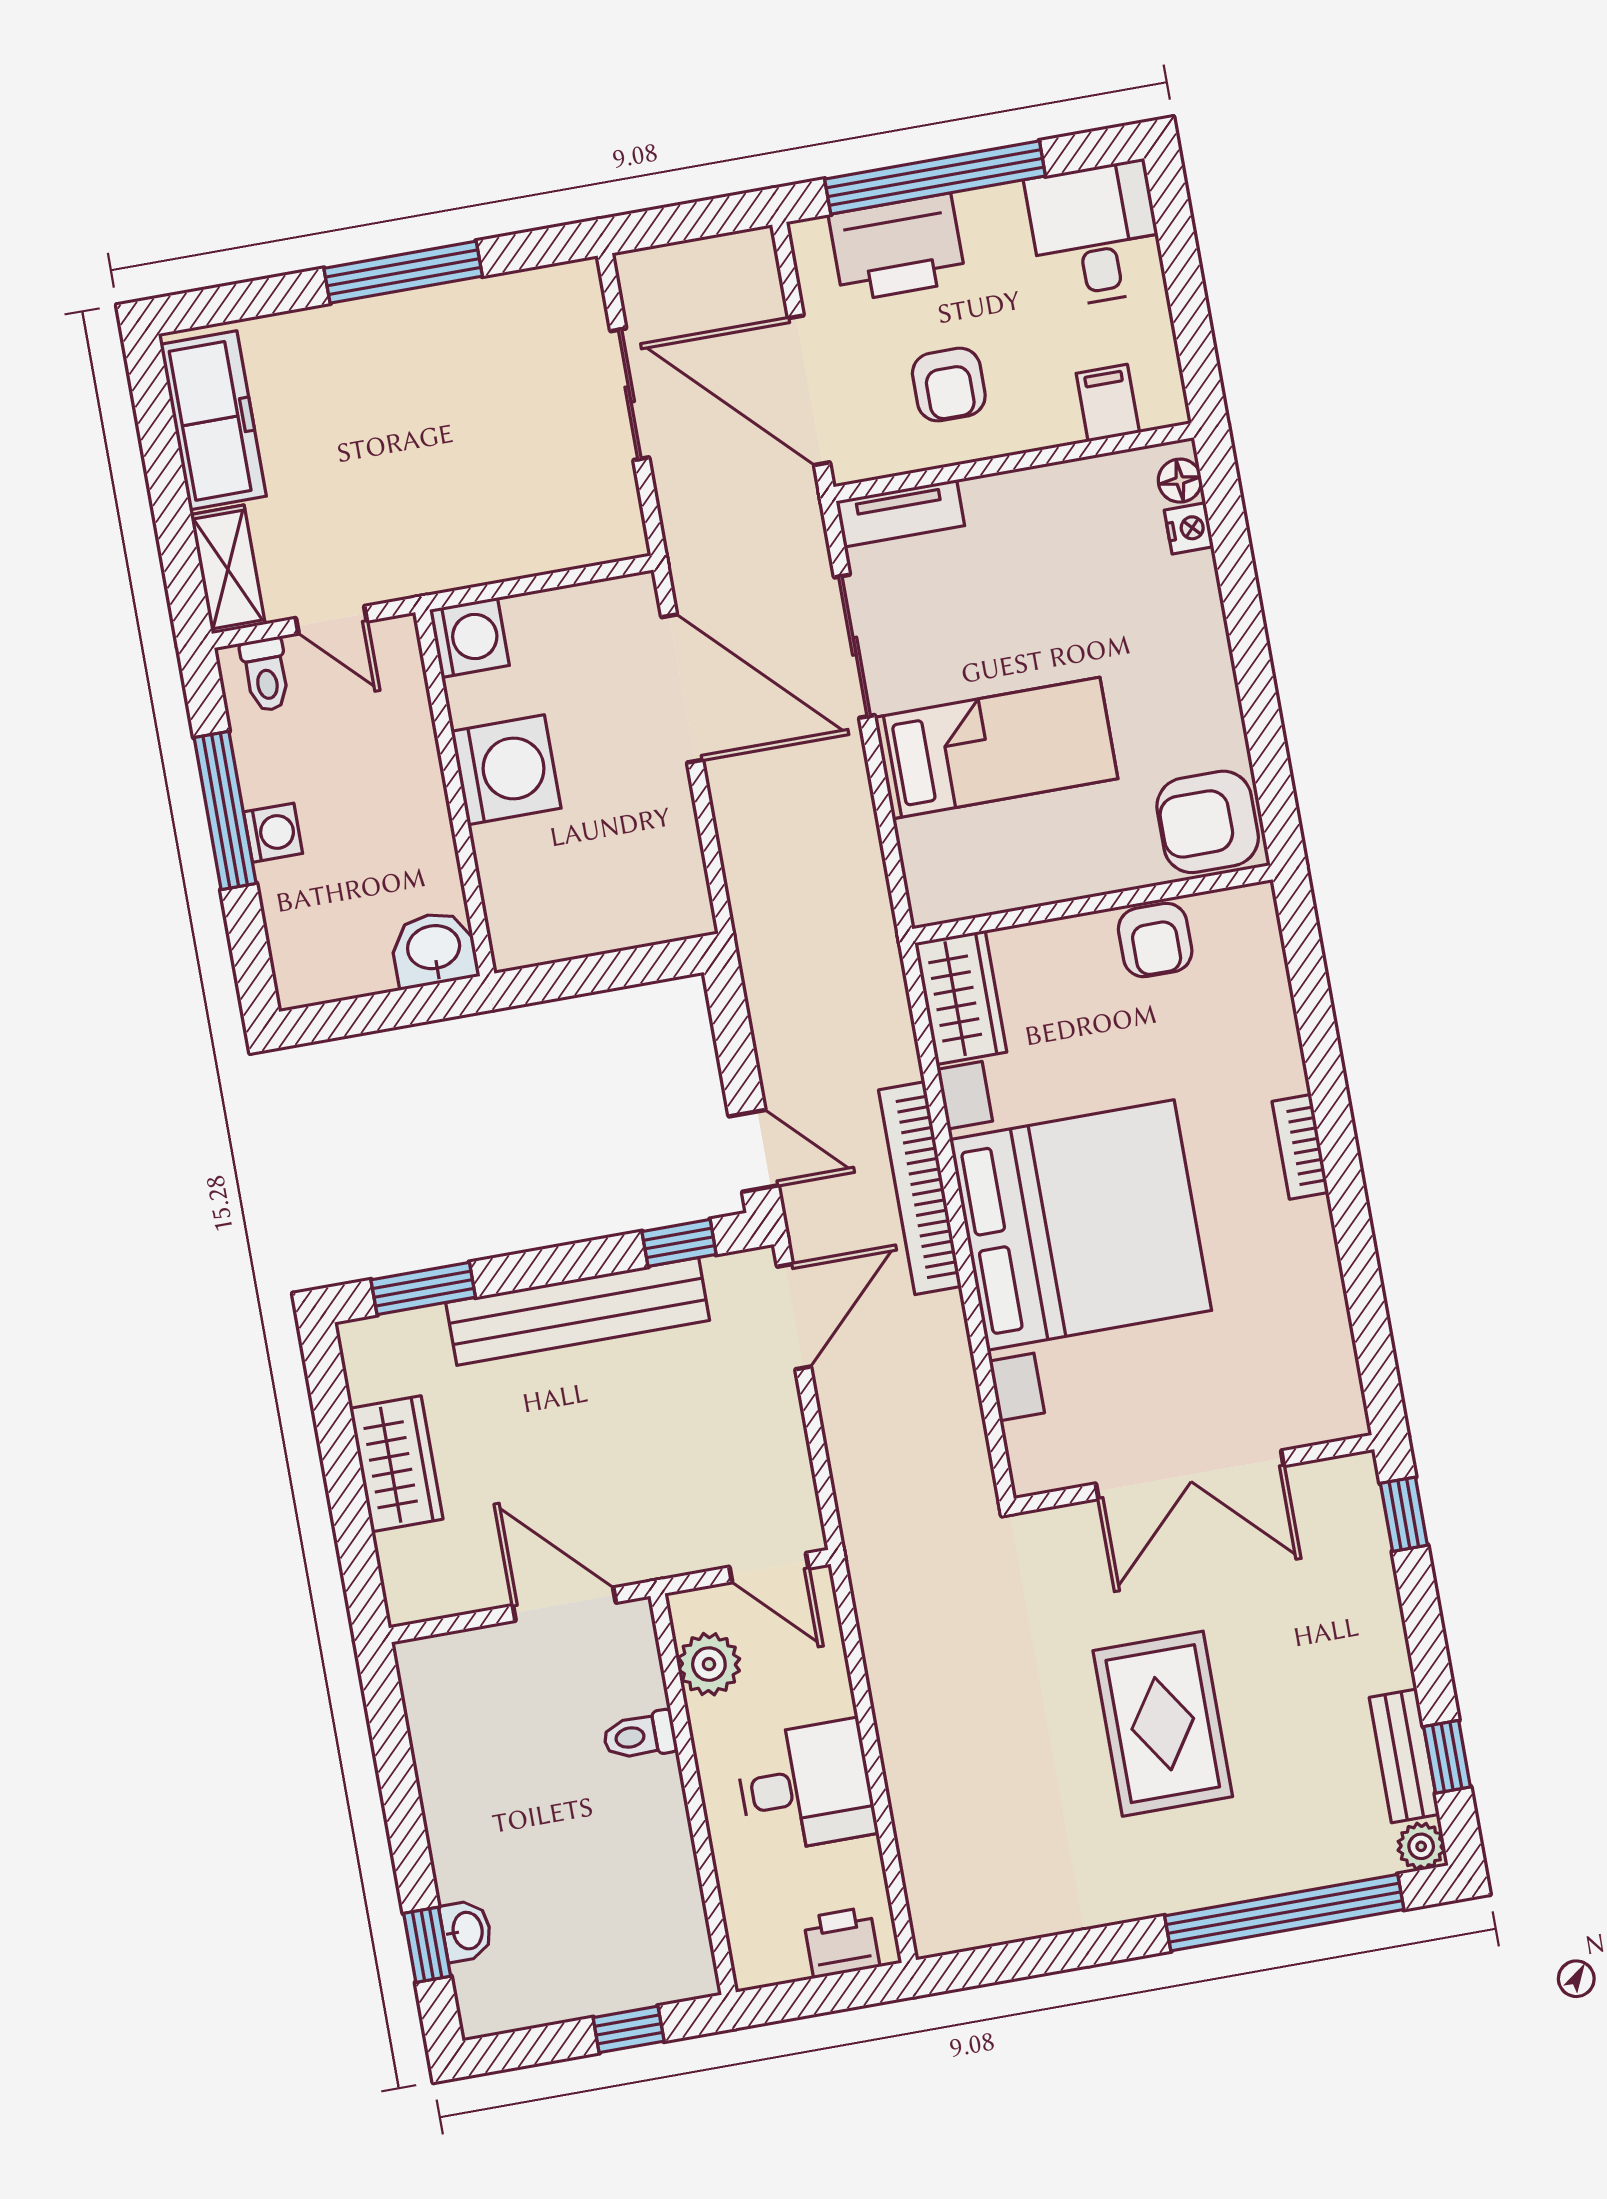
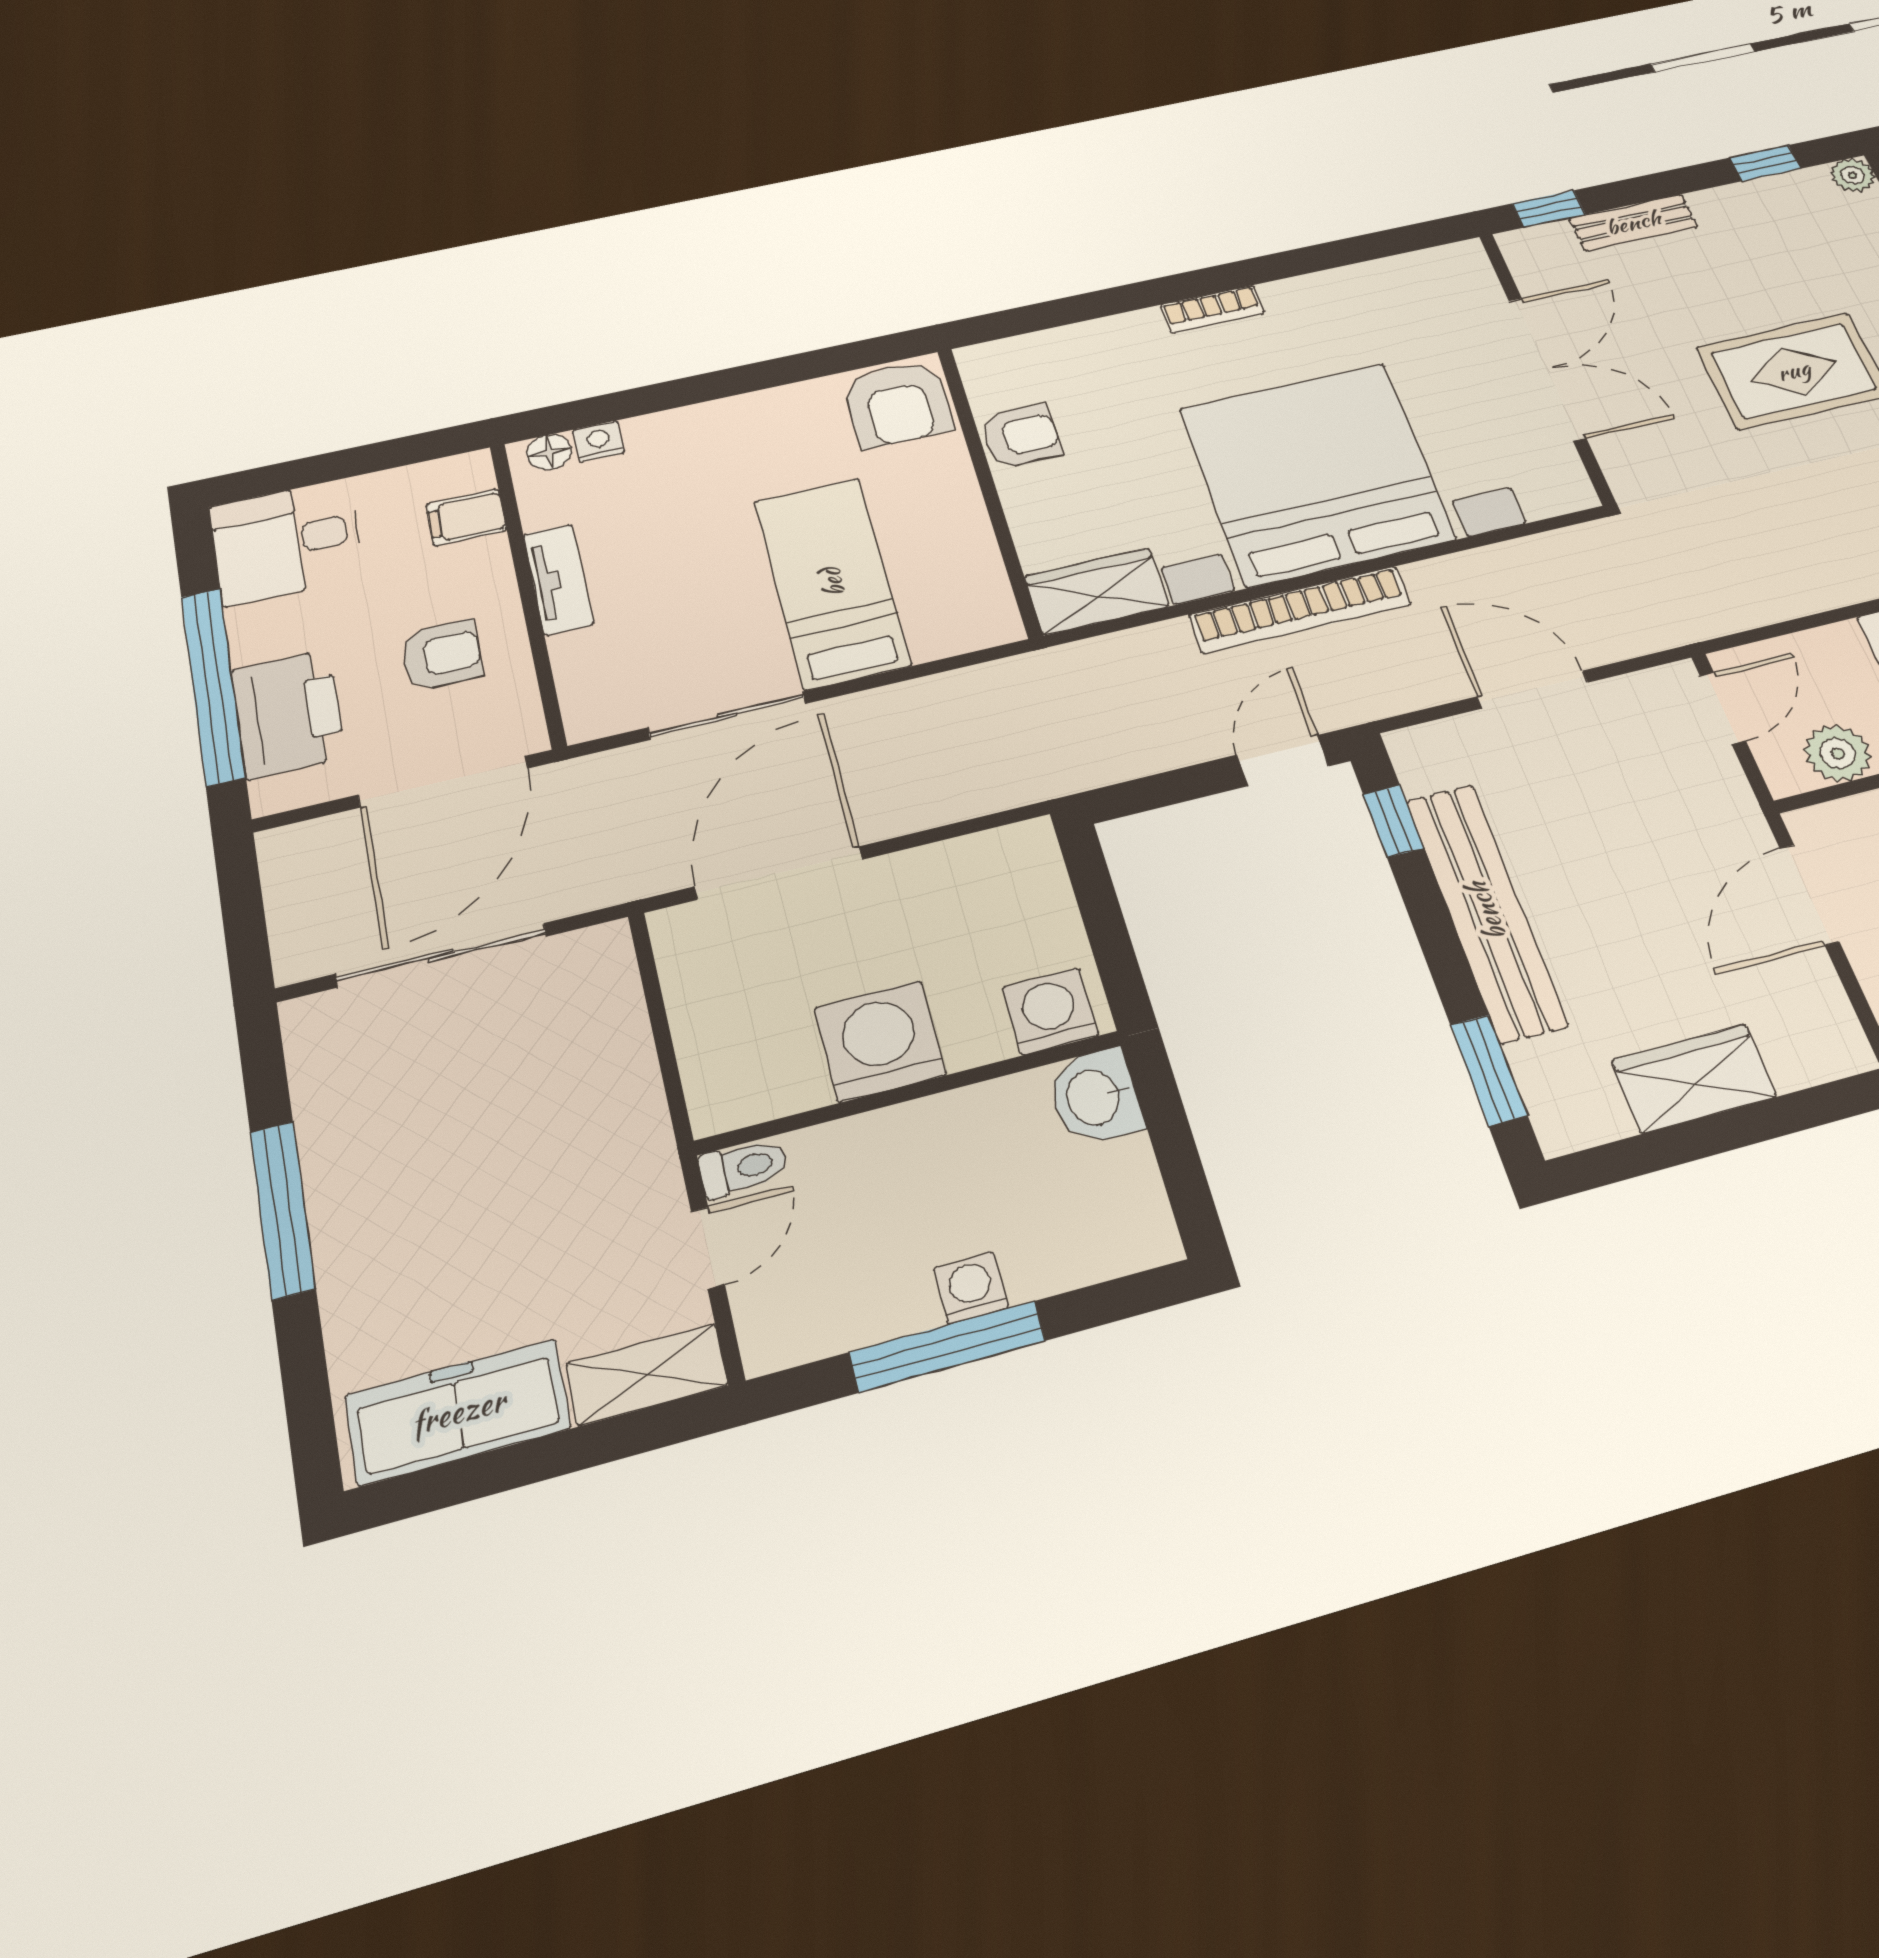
sliding door: (630, 394) -> (441, 955), width x1.37
tv unit: (900, 513) -> (558, 579), moved
washing machine: (469, 637) -> (1050, 1011), moved
toilet: (266, 675) -> (744, 1168), moved
door: (794, 1317) -> (1533, 689), moved
bench: (1404, 1756) -> (1633, 223), moved

